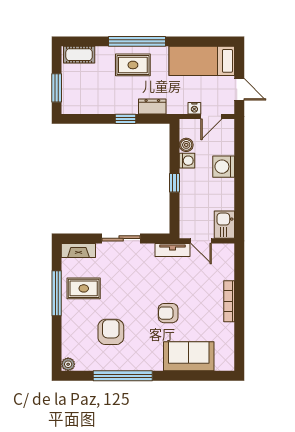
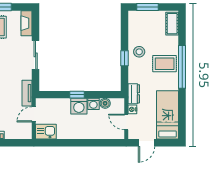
rug: (133, 65) -> (165, 64), turned 90
stool: (117, 99) -> (139, 52), added
dresser: (152, 106) -> (134, 94), moved
washing machine: (224, 167) -> (79, 106), moved, turned 180

